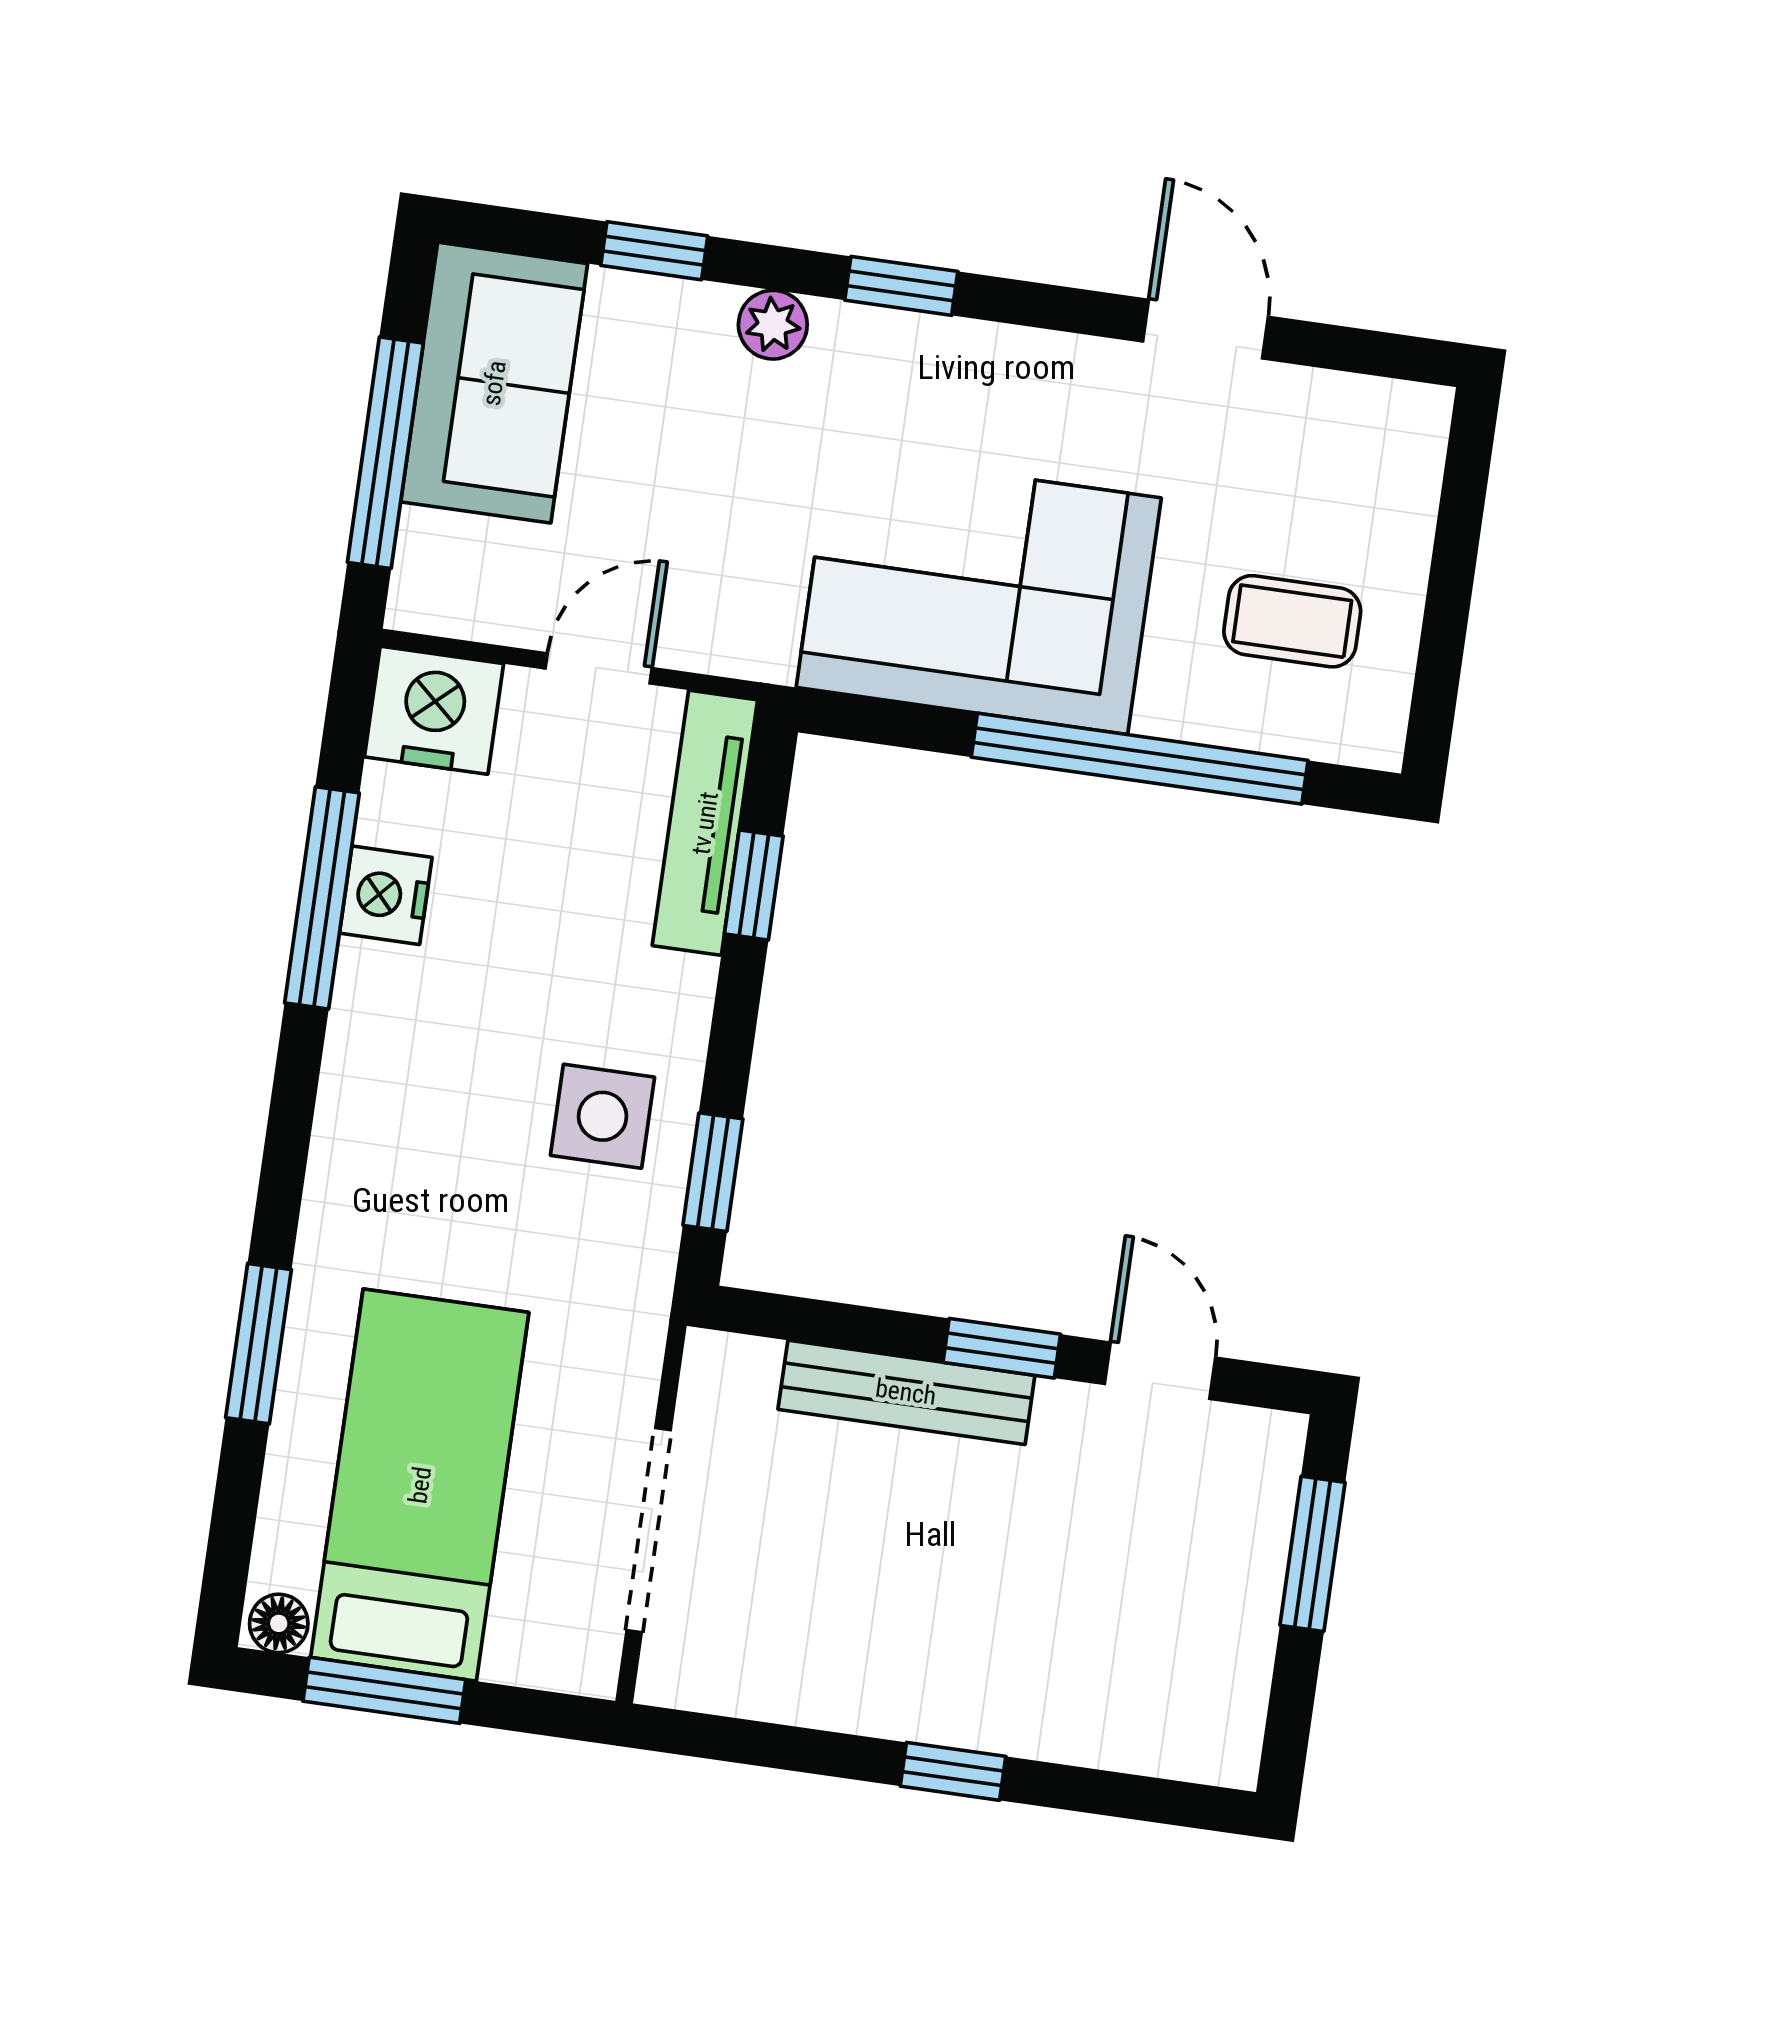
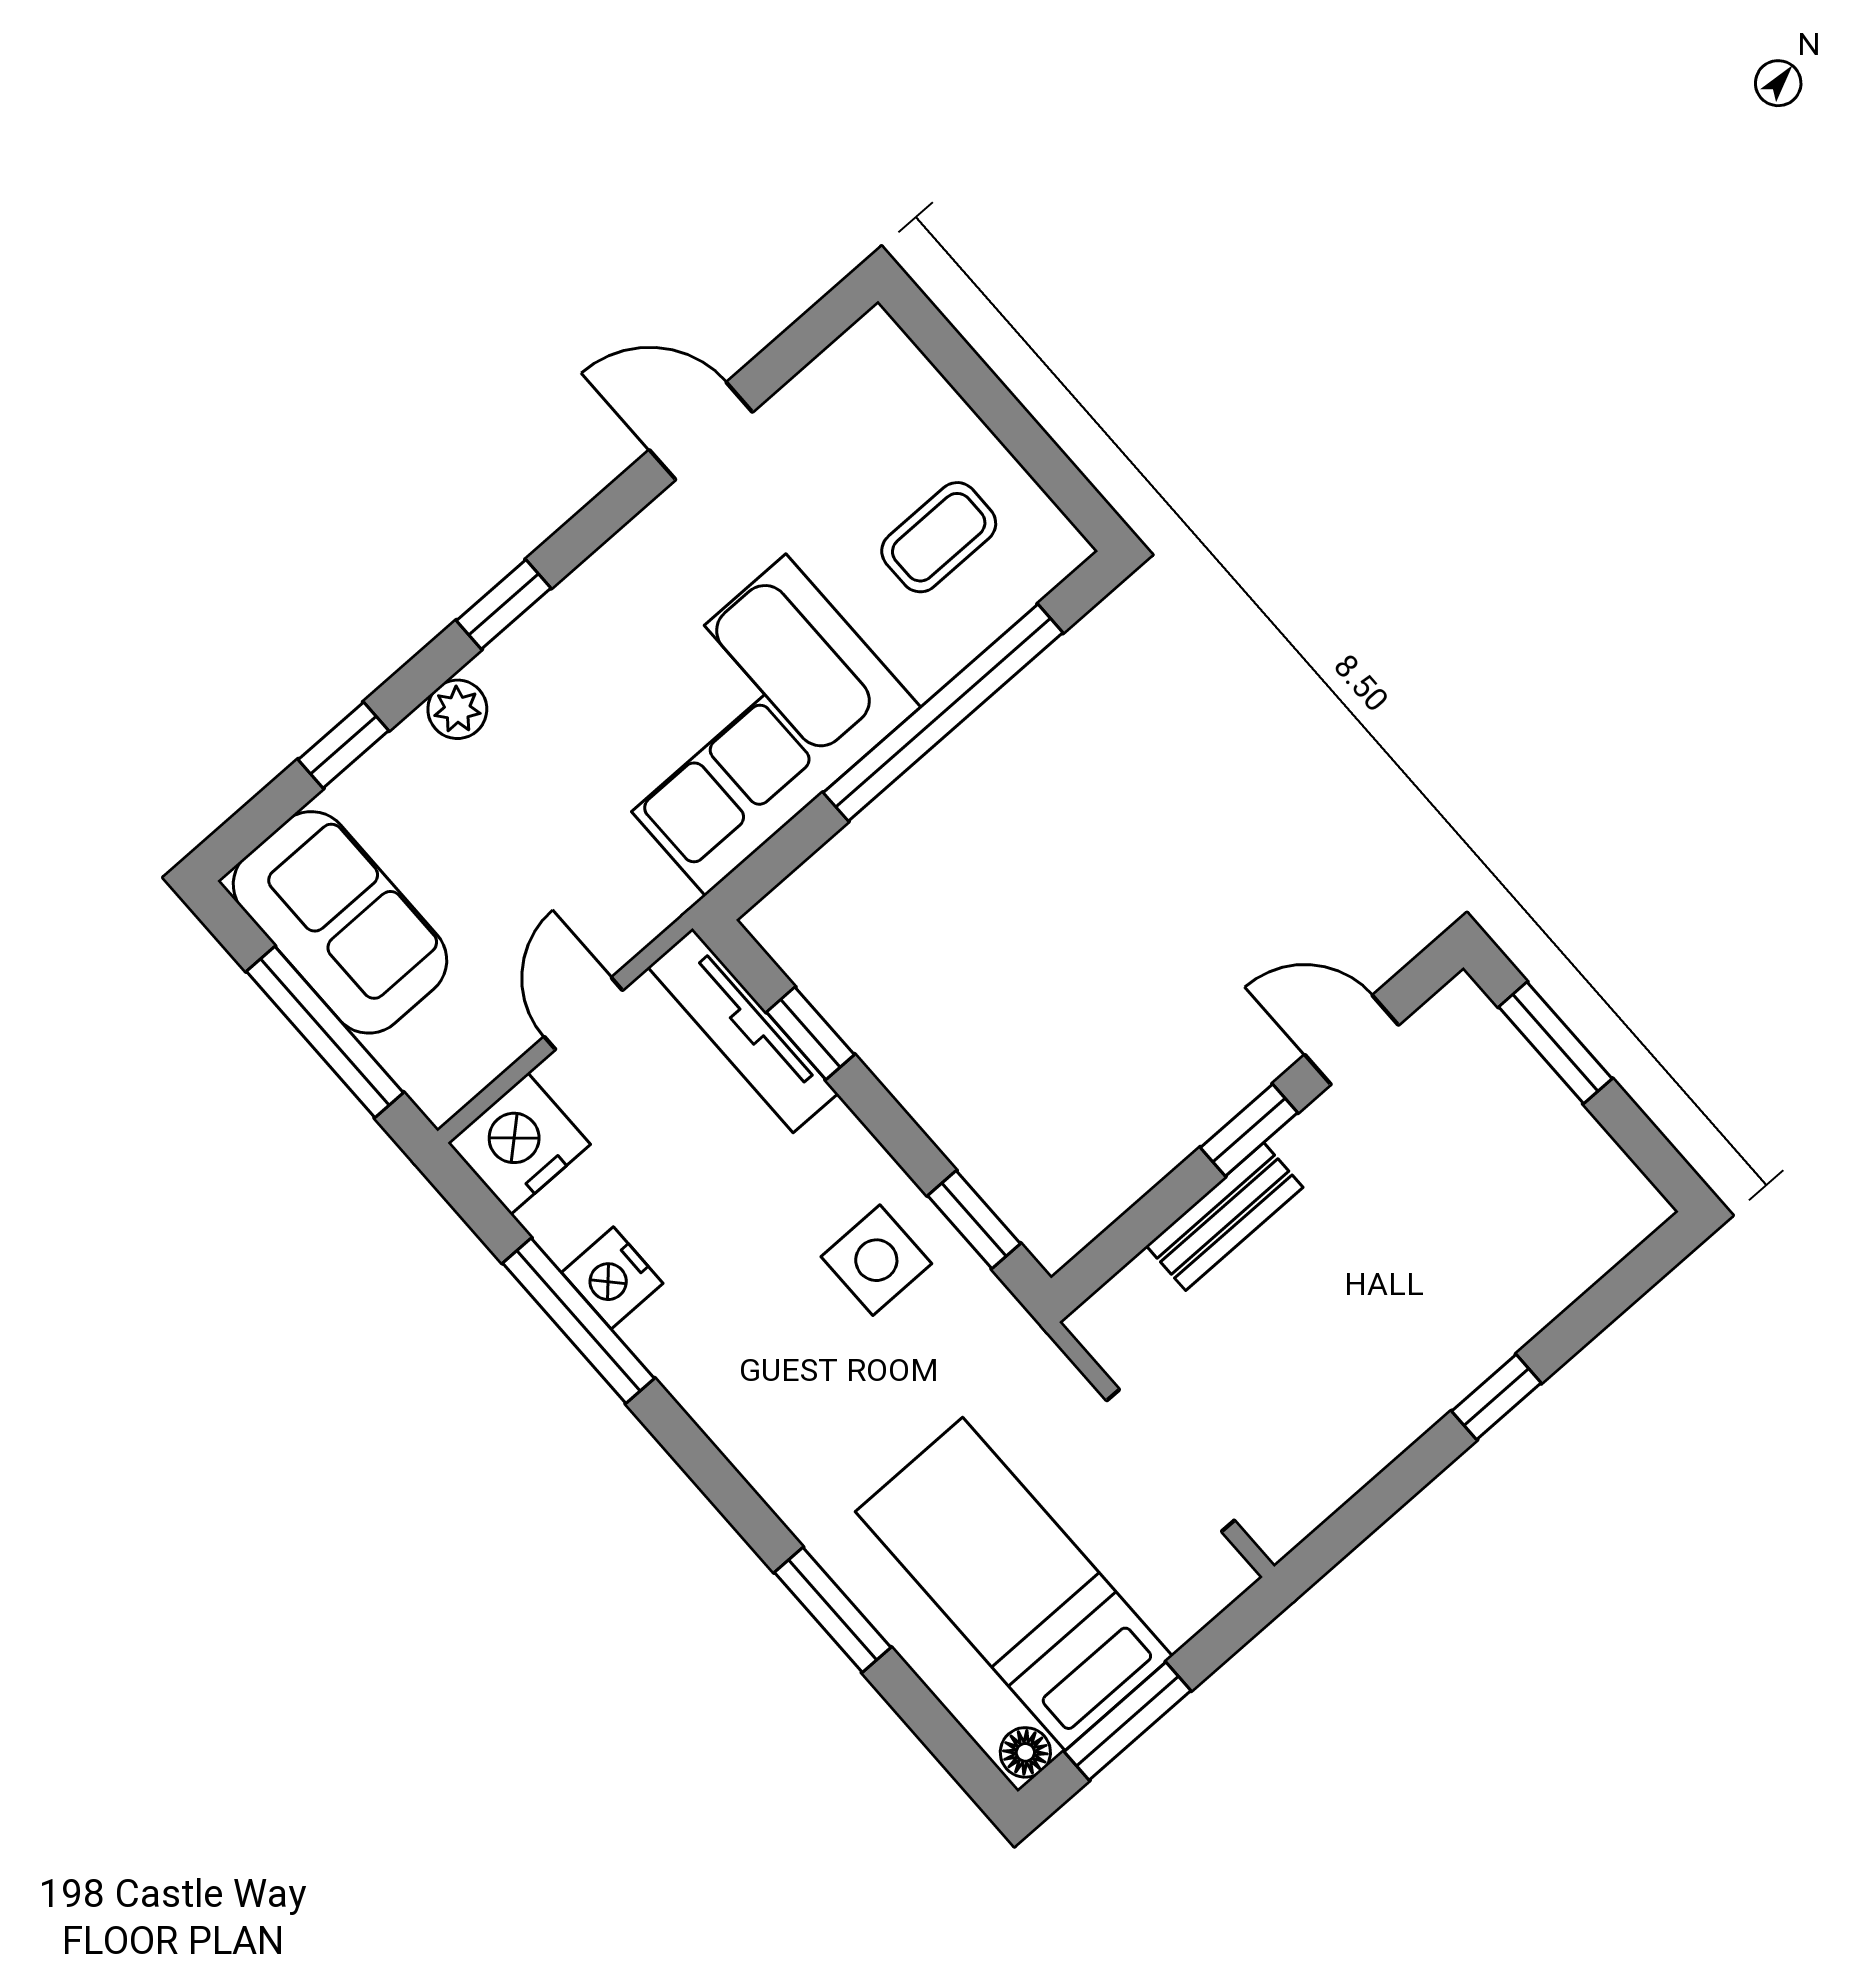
bench: (906, 1392) -> (1225, 1217), width x0.73

